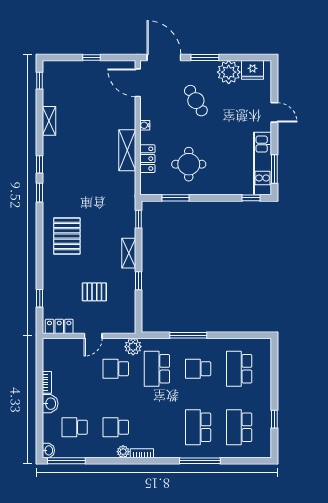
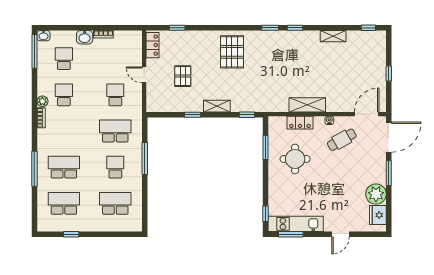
cafe table: (196, 101) -> (342, 140), moved
pallet: (67, 236) -> (232, 52), turned 90
plant: (133, 347) -> (135, 110), removed

